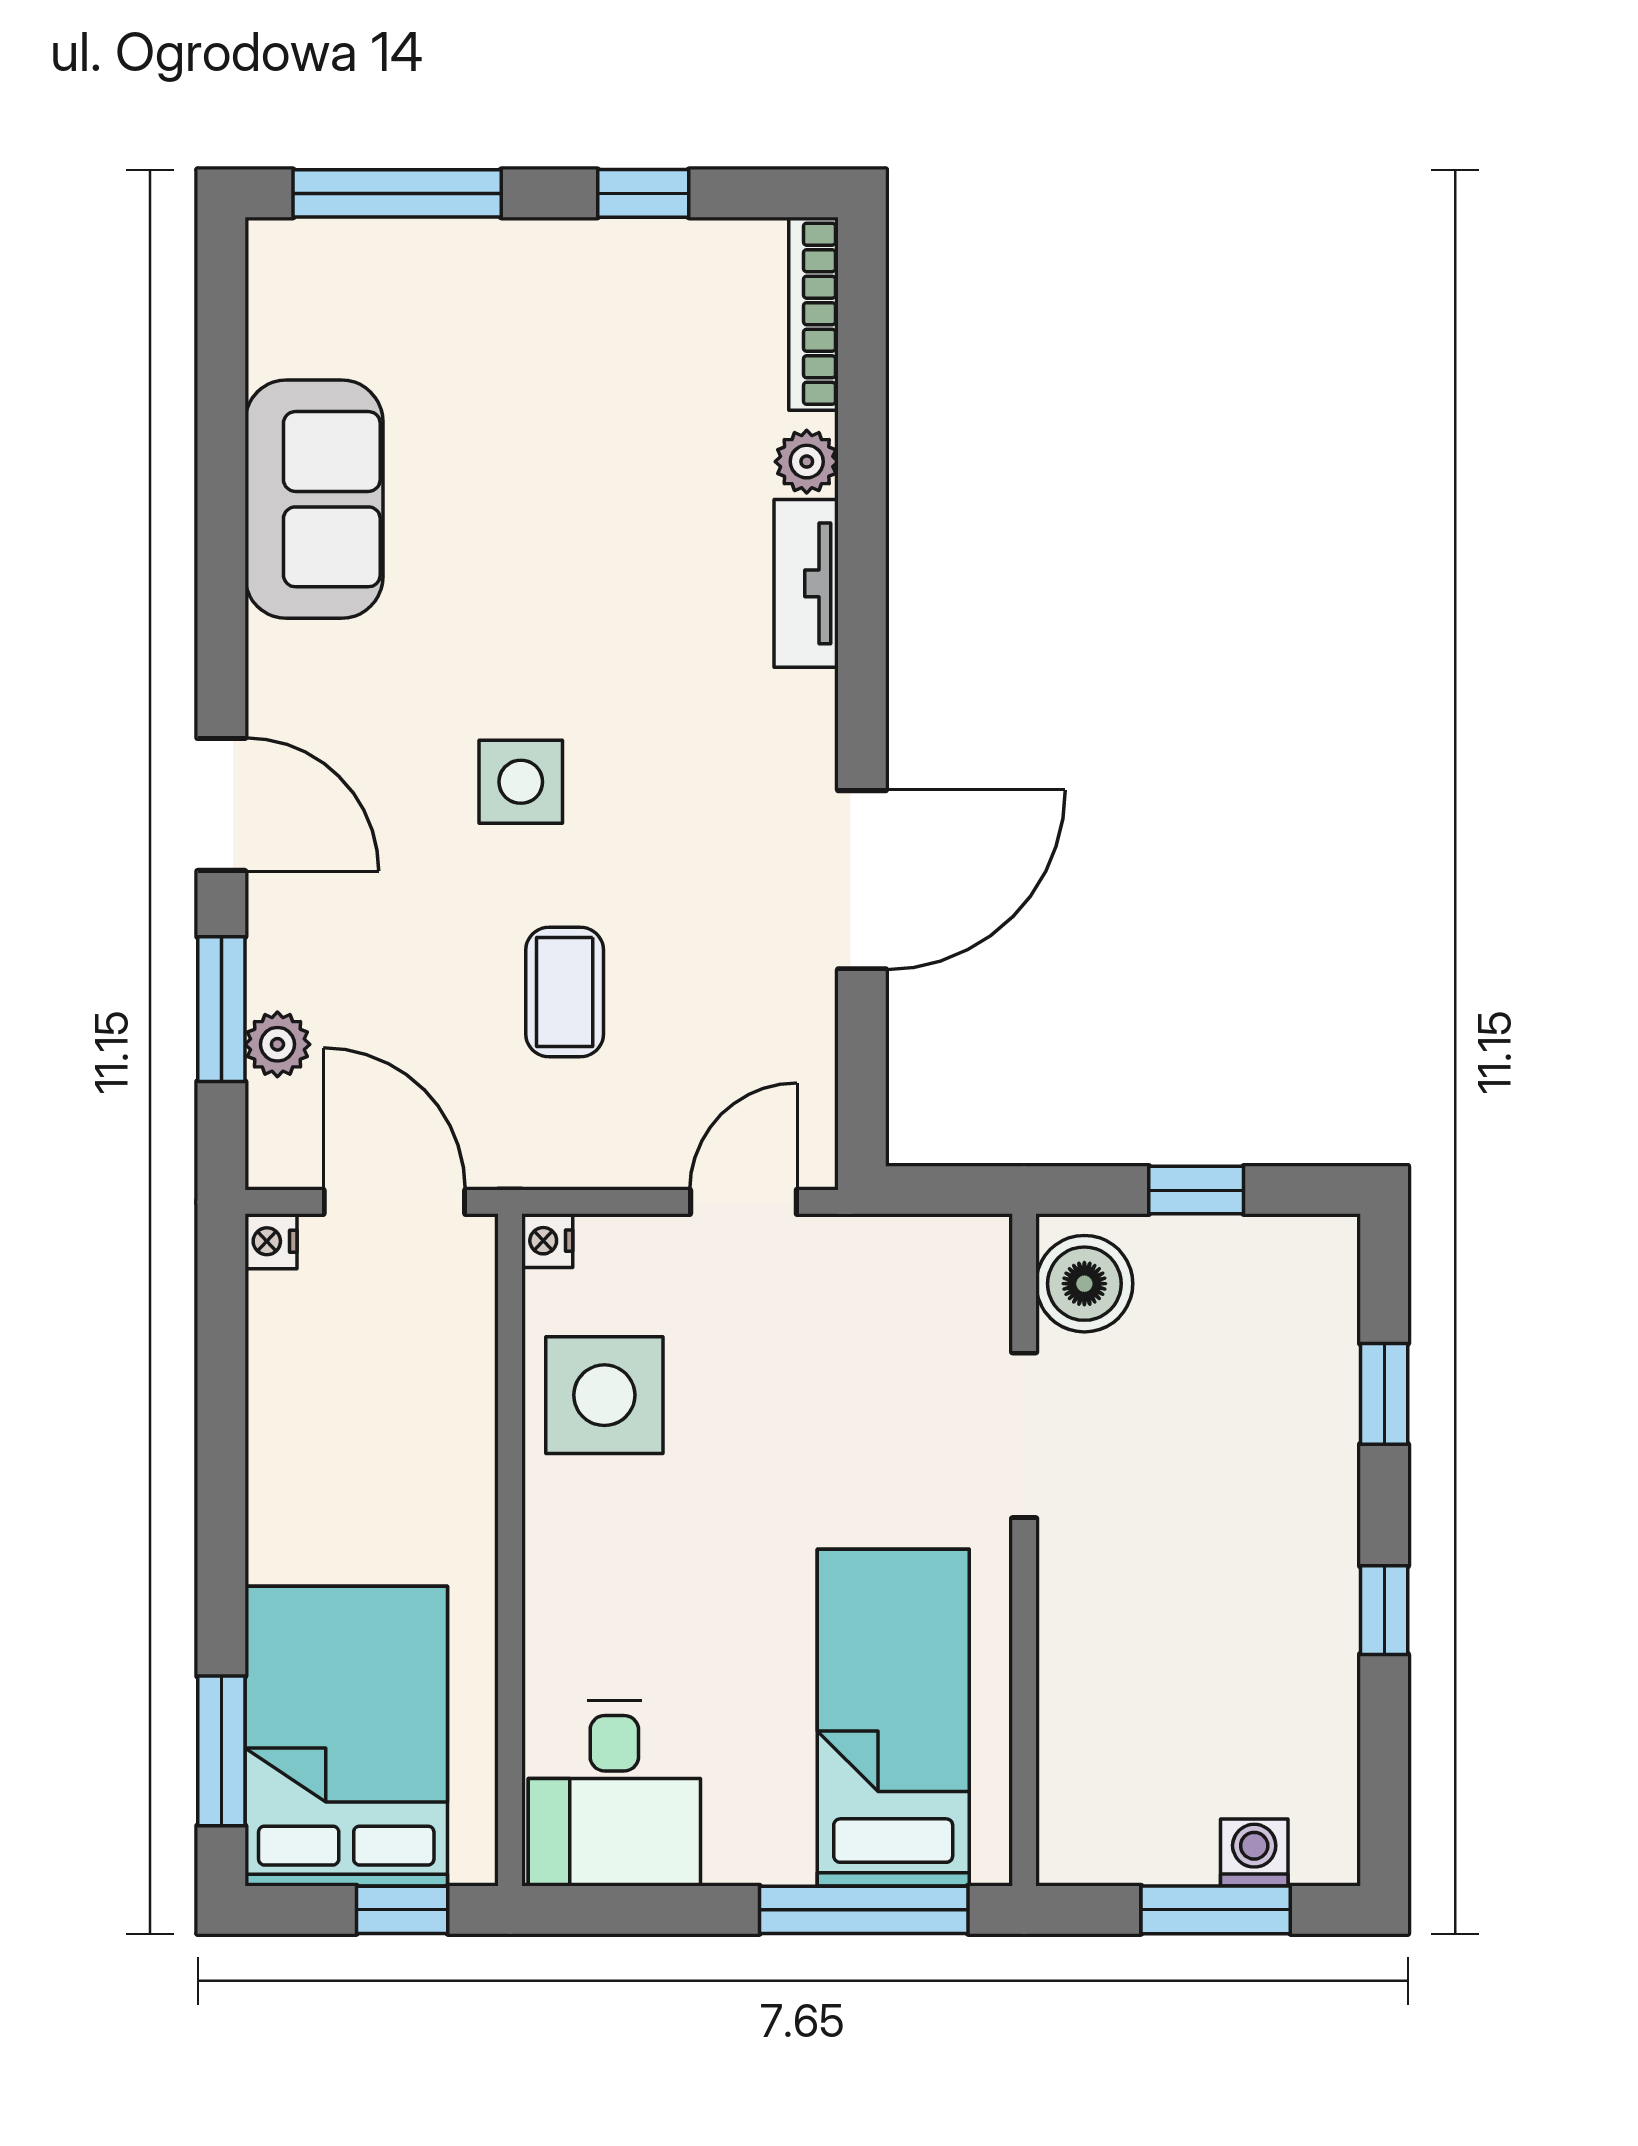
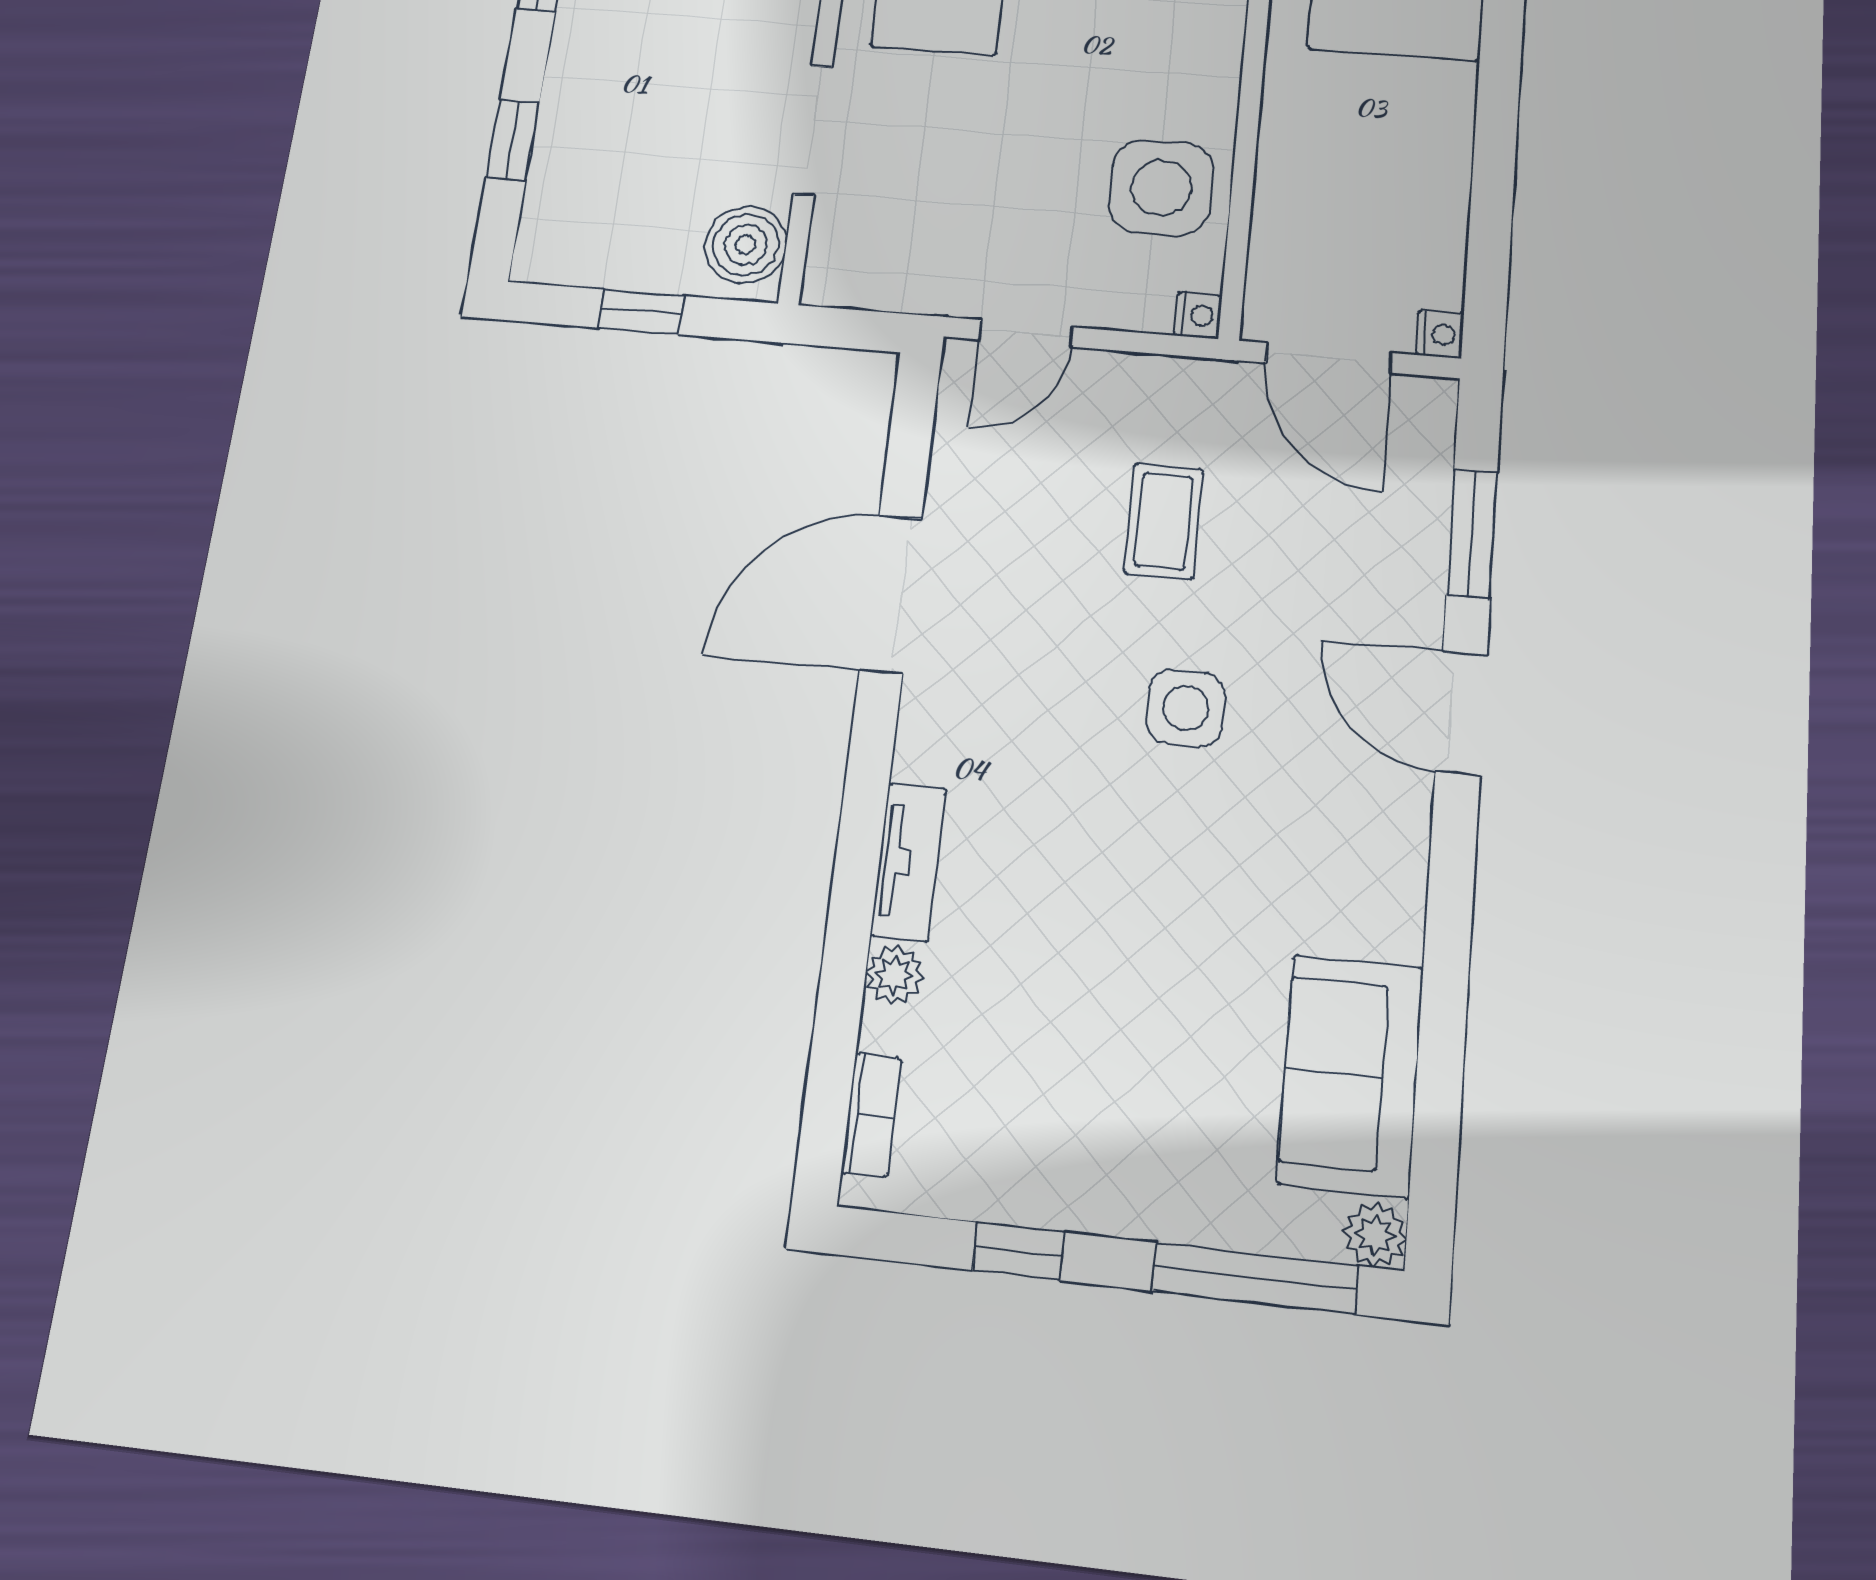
bookcase: (814, 314) -> (871, 1115), width x0.64
sofa: (314, 499) -> (1351, 1075), moved
plant: (277, 1044) -> (1375, 1235), moved

